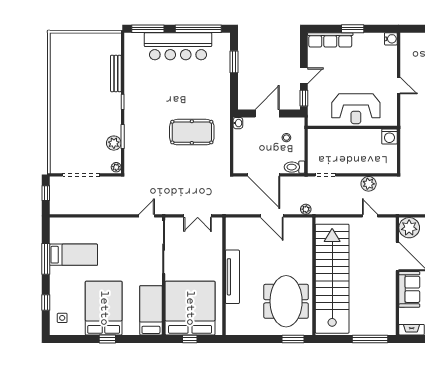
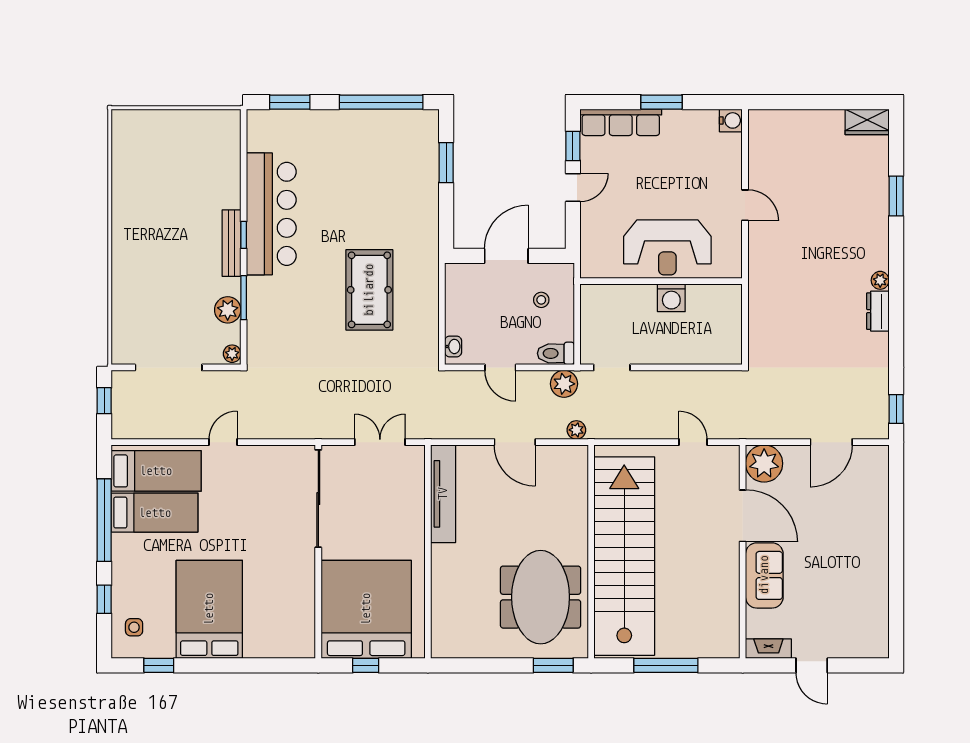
window: (148, 29) -> (290, 102), width x0.69
bar counter: (178, 46) -> (271, 214), moved, turned -90
bench: (116, 73) -> (232, 243), moved
window: (304, 98) -> (573, 146), moved
washbasin: (238, 123) -> (453, 346), moved
pool table: (192, 132) -> (369, 290), turned 90
washing machine: (389, 136) -> (671, 298), moved
door: (264, 175) -> (500, 367), width x0.53
plant: (369, 184) -> (564, 384), moved
door: (147, 216) -> (223, 442), moved
double door: (198, 216) -> (380, 442), swing flipped
window: (46, 259) -> (104, 520), width x1.46
tv unit: (232, 277) -> (443, 494), moved
bed: (151, 310) -> (156, 471), moved, turned 90
window: (107, 339) -> (159, 665), moved
window: (370, 339) -> (666, 665), moved

